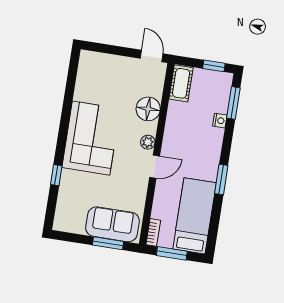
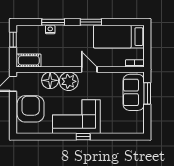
armchair: (112, 75) -> (31, 109), added
window: (233, 103) -> (53, 22), moved
plant: (148, 142) -> (69, 81), width x1.87, depth x1.87
window: (56, 175) -> (83, 137), moved
window: (172, 253) -> (147, 48), removed

